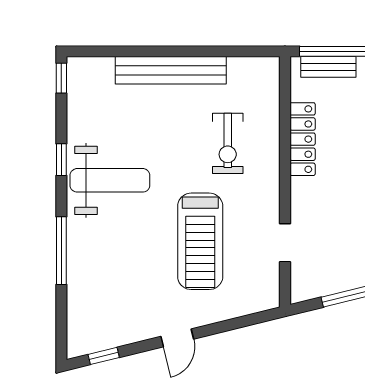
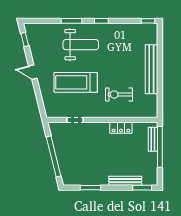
locker: (303, 139) -> (121, 128), width x0.66
window: (61, 160) -> (101, 21), moved
weight bench: (110, 180) -> (81, 45), moved, turned -90
window: (61, 251) -> (71, 21), width x0.69

